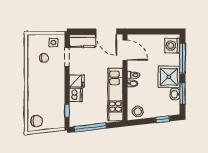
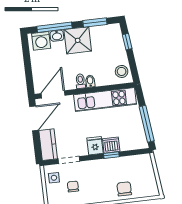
washbasin: (175, 94) -> (57, 36), moved
window: (67, 111) -> (111, 155), moved
chair: (37, 121) -> (124, 189), moved

